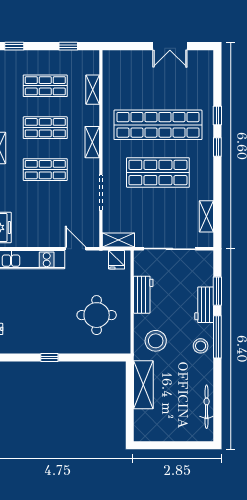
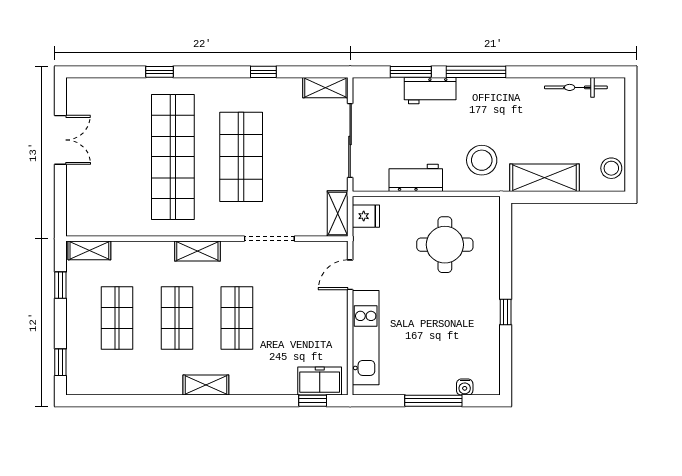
shelving: (93, 90) -> (89, 250), moved
window: (217, 147) -> (263, 72), moved
shelving: (206, 216) -> (325, 88), moved
stool: (201, 346) -> (611, 168), moved

